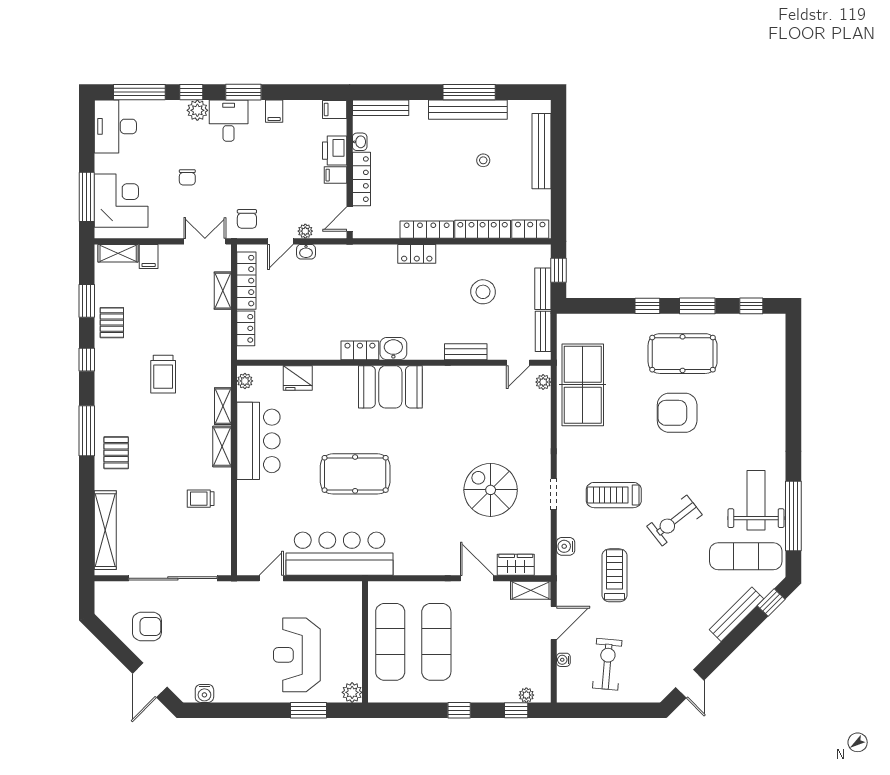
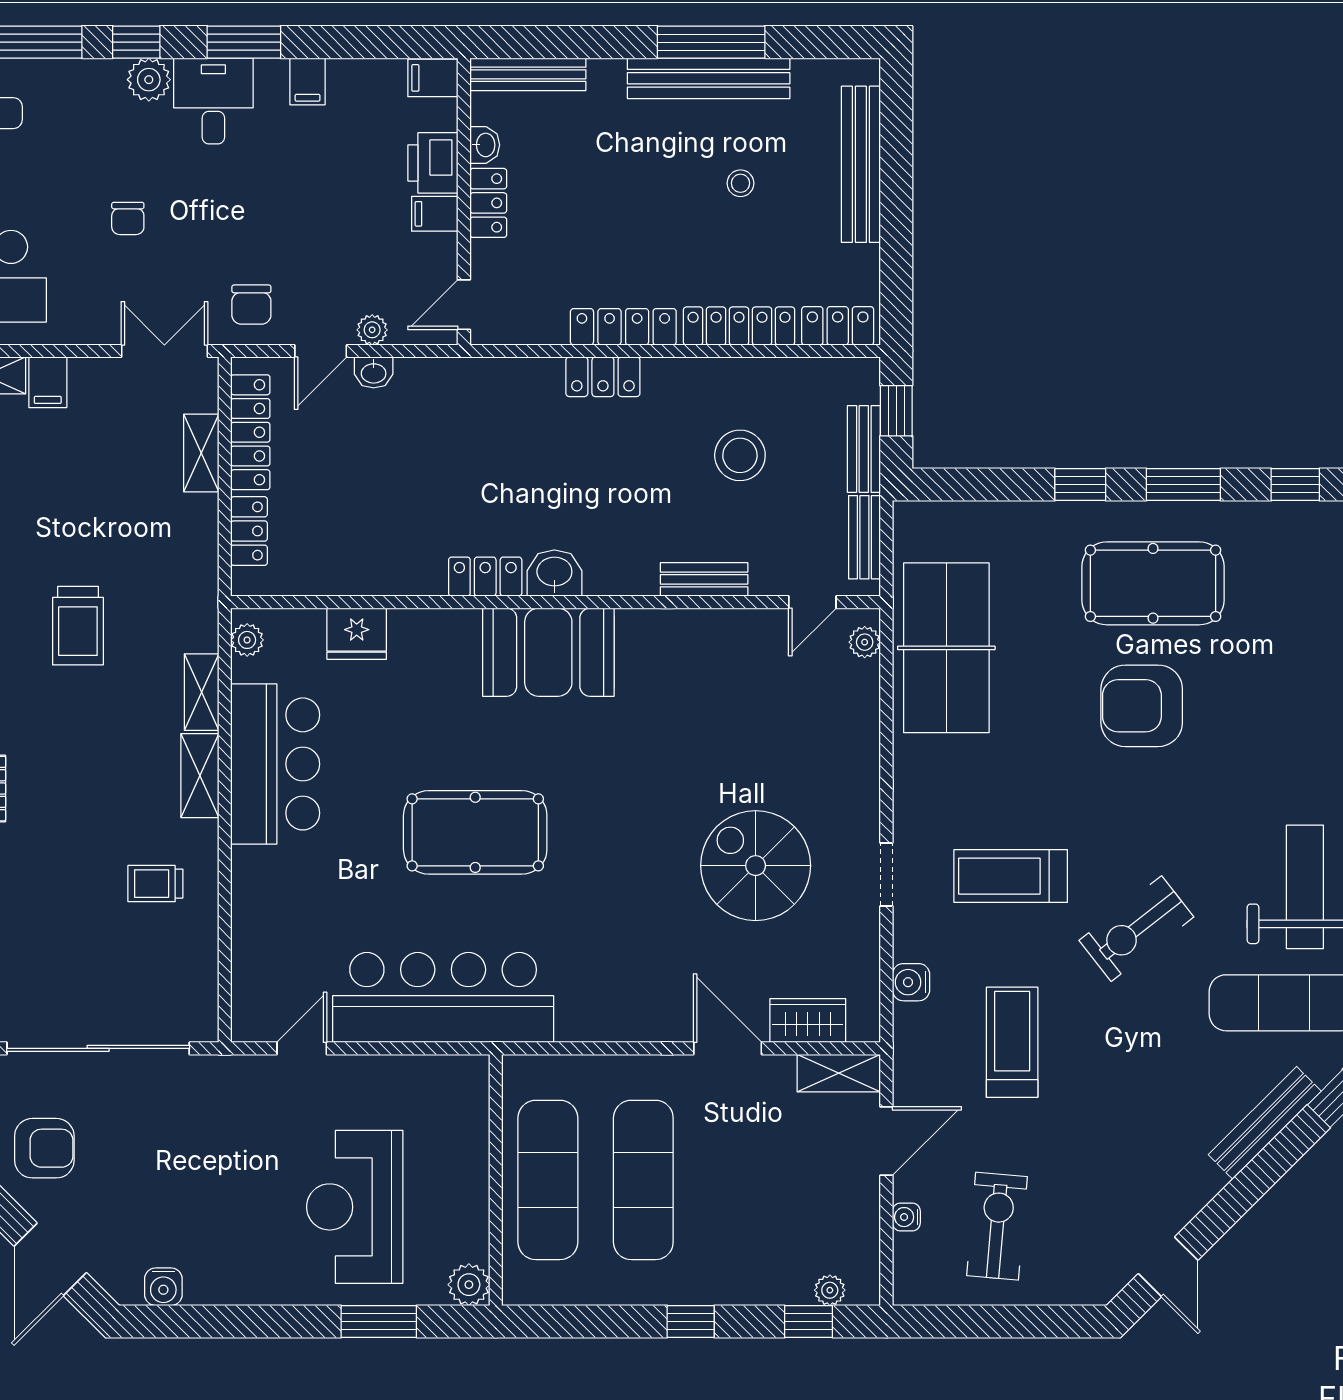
locker: (361, 179) -> (488, 203), width x0.66

